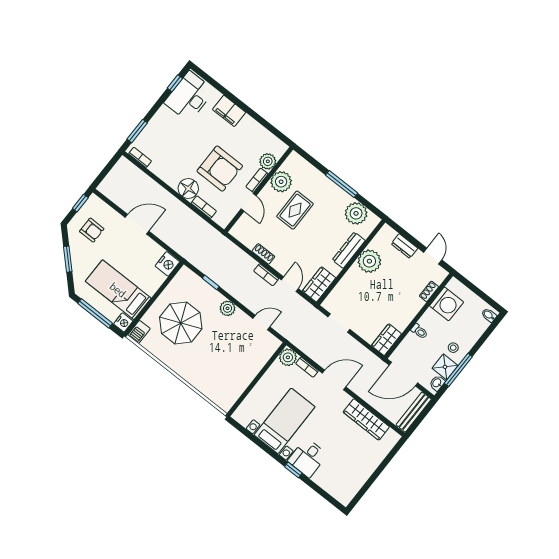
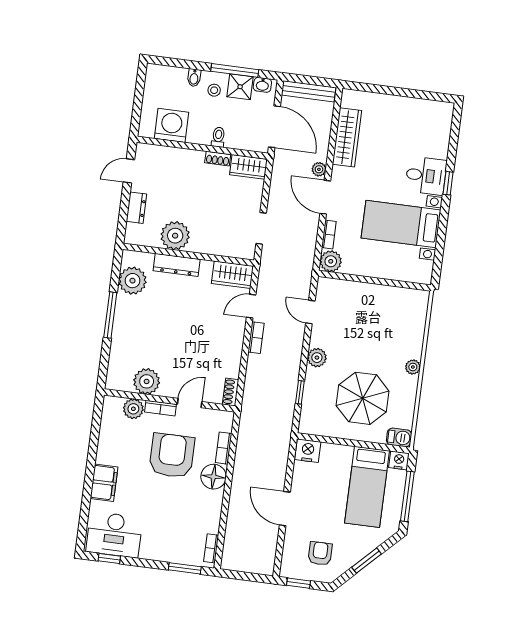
rug: (295, 210) -> (168, 348), removed
shoe rack: (263, 254) -> (231, 392), moved
shoe rack: (429, 291) -> (218, 159), moved
bidet: (489, 315) -> (194, 78), moved
plant: (182, 370) -> (413, 367), added
plant: (356, 387) -> (319, 169), added

